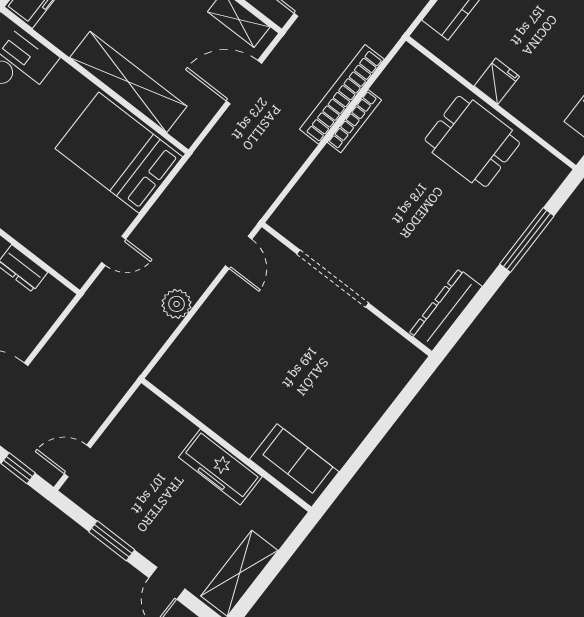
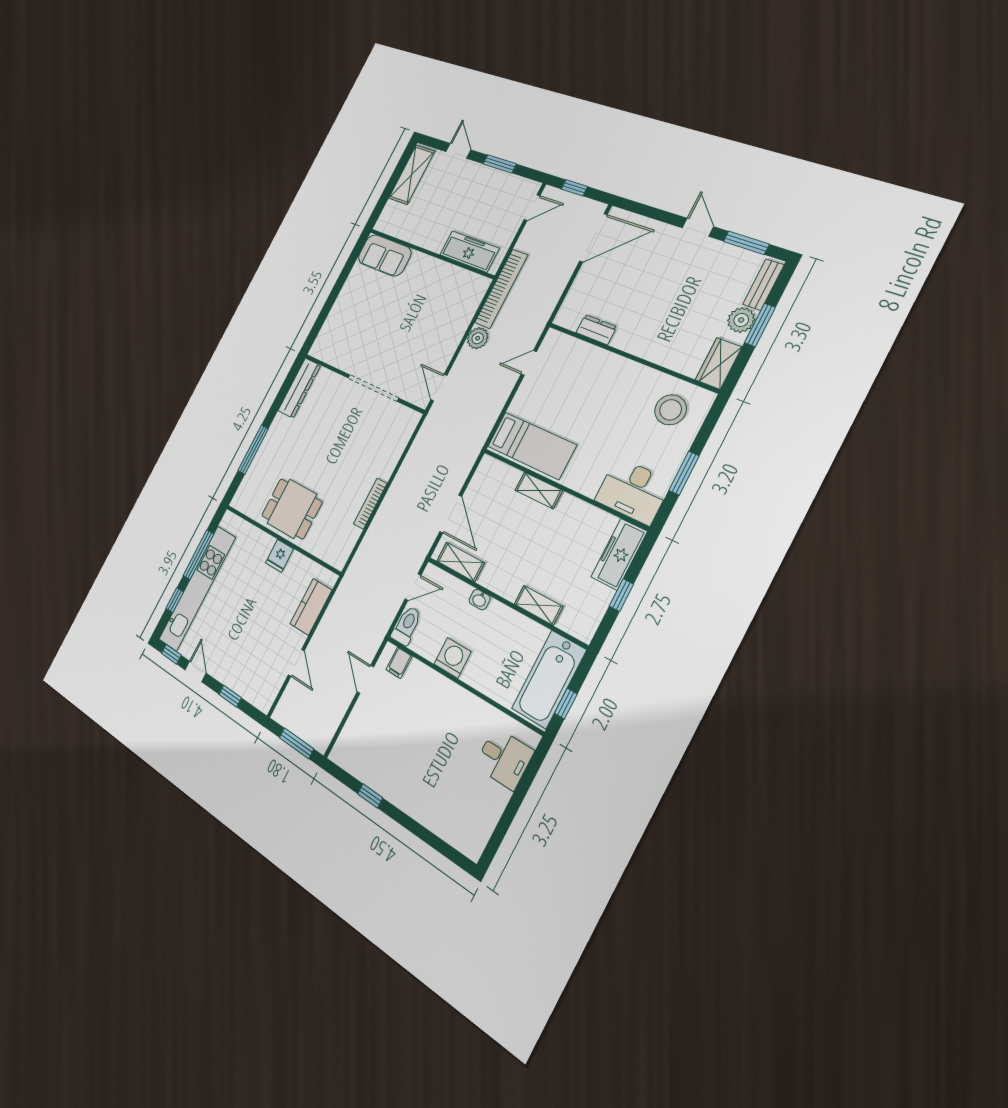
shelving: (128, 82) -> (539, 490), width x0.45, depth x0.75
door: (244, 82) -> (451, 514), hinge flipped
bookcase: (342, 94) -> (501, 289), moved
bed: (119, 153) -> (532, 446), width x0.67
freezer: (220, 467) -> (469, 251), moved

